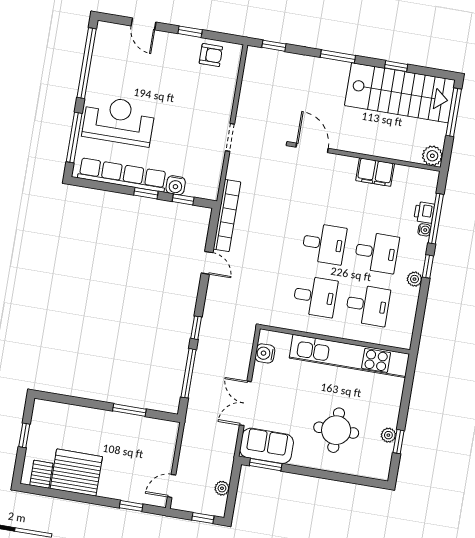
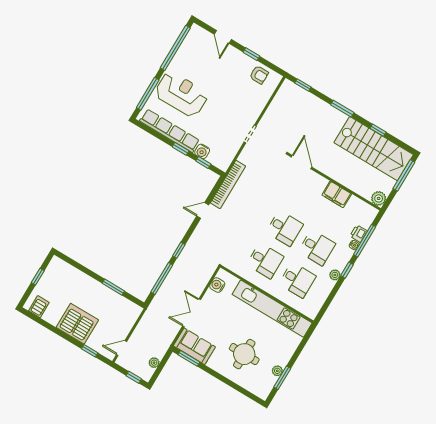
door: (207, 263) -> (203, 210), swing flipped
window: (399, 442) -> (282, 378), width x1.50
server rack: (76, 473) -> (77, 324), moved

